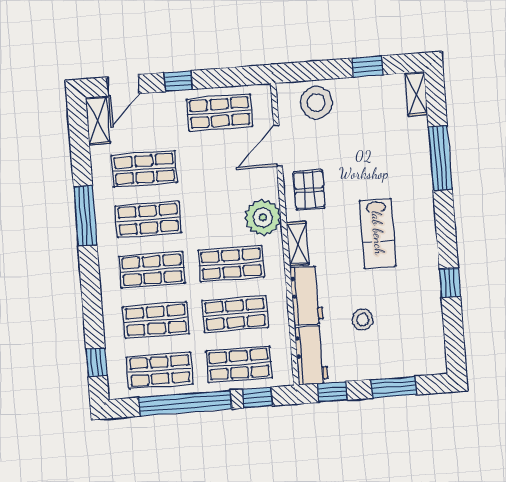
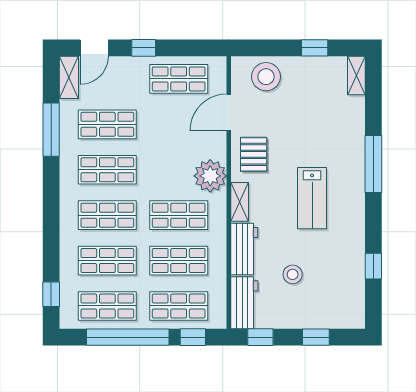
window: (440, 158) -> (373, 164), moved
window: (85, 216) -> (51, 130), moved
window: (450, 283) -> (373, 266), moved
window: (394, 387) -> (316, 337), width x0.67

